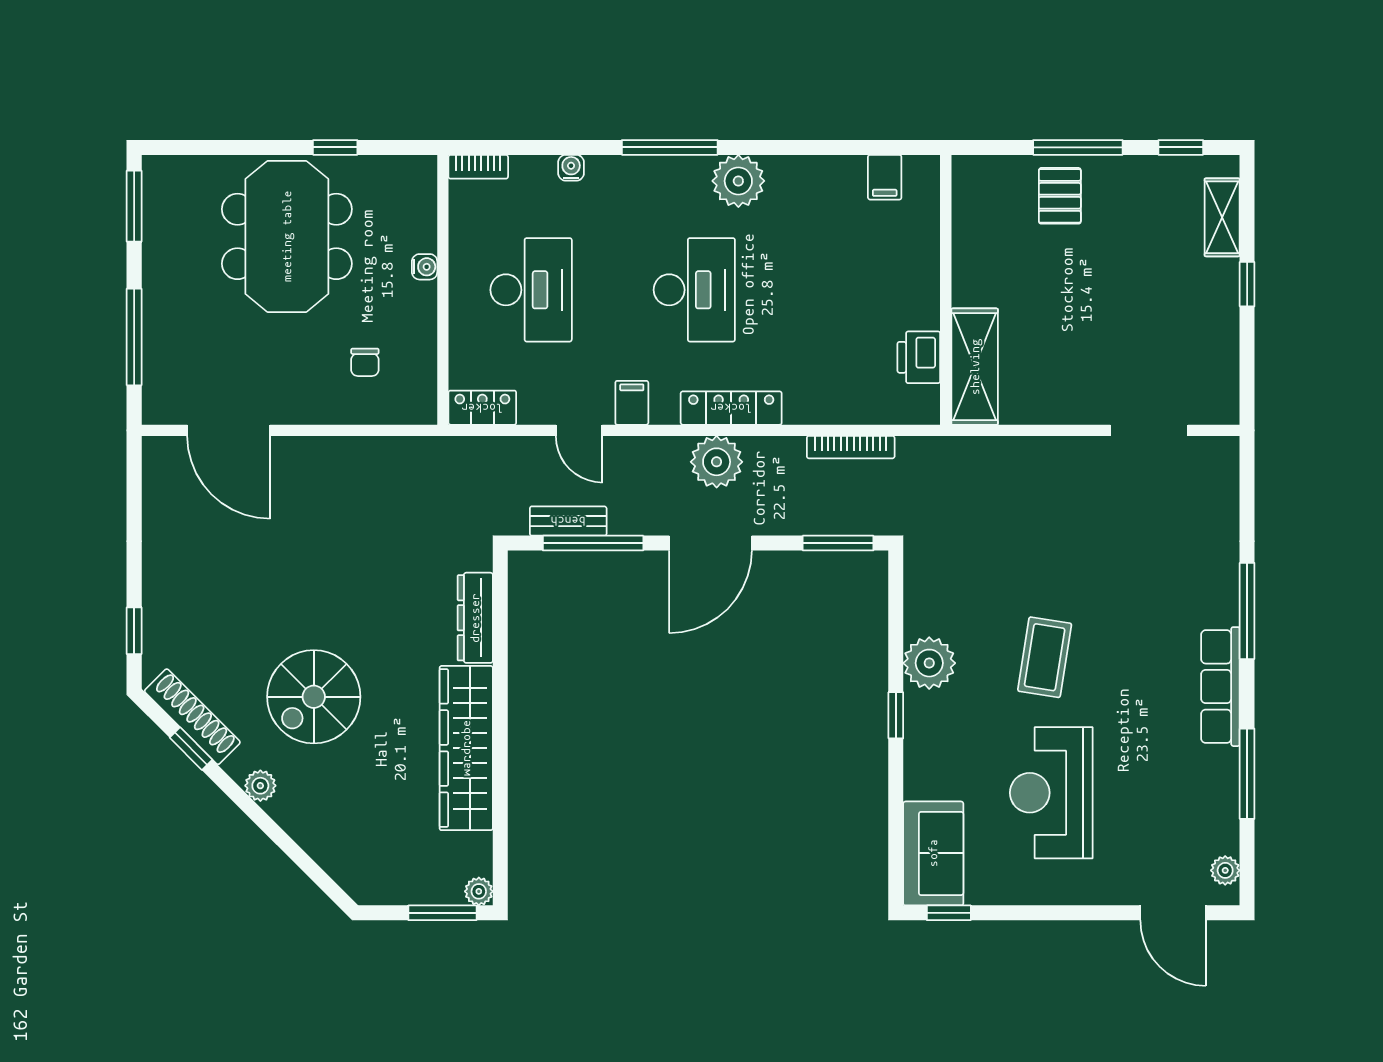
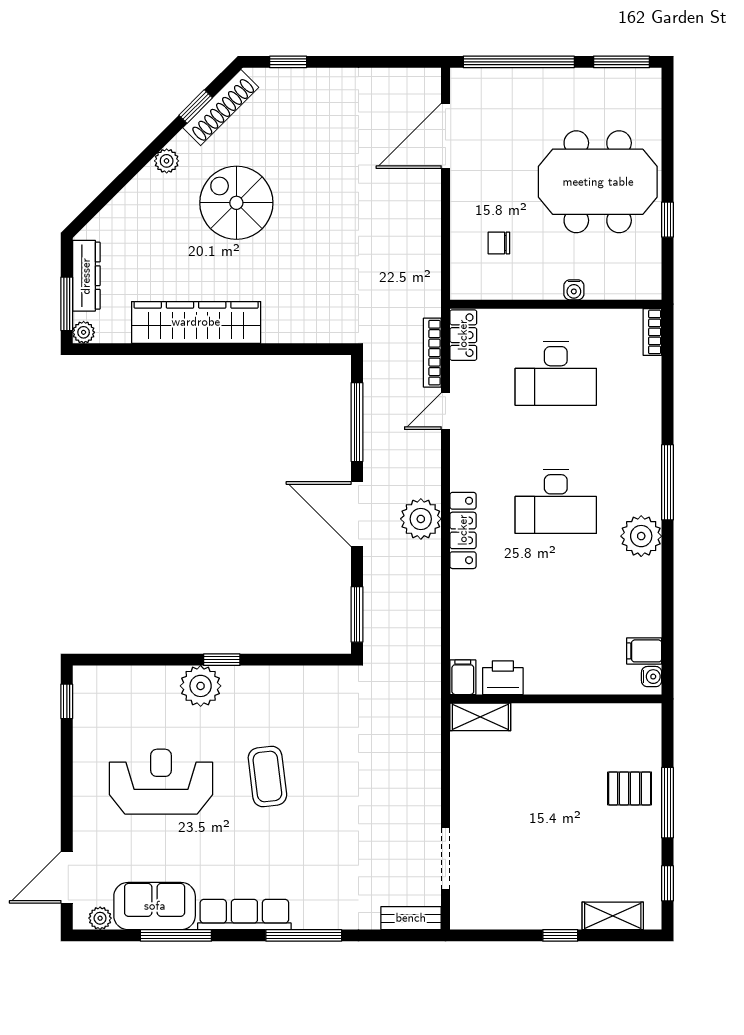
water cooler: (571, 168) -> (652, 677), moved
window: (134, 337) -> (519, 62), width x1.46
shelving: (975, 367) -> (480, 717), width x0.67, depth x0.75
filing cabinet: (632, 403) -> (463, 677), moved, turned -90
bookcase: (851, 447) -> (432, 353), moved
bench: (568, 521) -> (411, 918), moved, turned 90
dresser: (475, 618) -> (86, 276), moved, turned 90
coffee table: (1045, 657) -> (267, 776), turned 74
plant: (929, 663) -> (201, 686), moved
sofa: (933, 853) -> (155, 906), moved, turned 180

